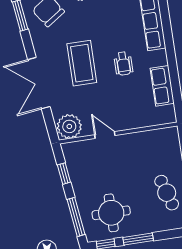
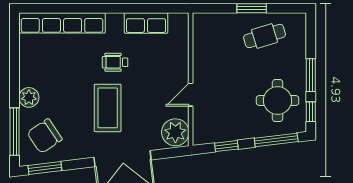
coffee table: (82, 63) -> (108, 108), turned 90
wheelchair: (123, 64) -> (115, 62), turned 180

